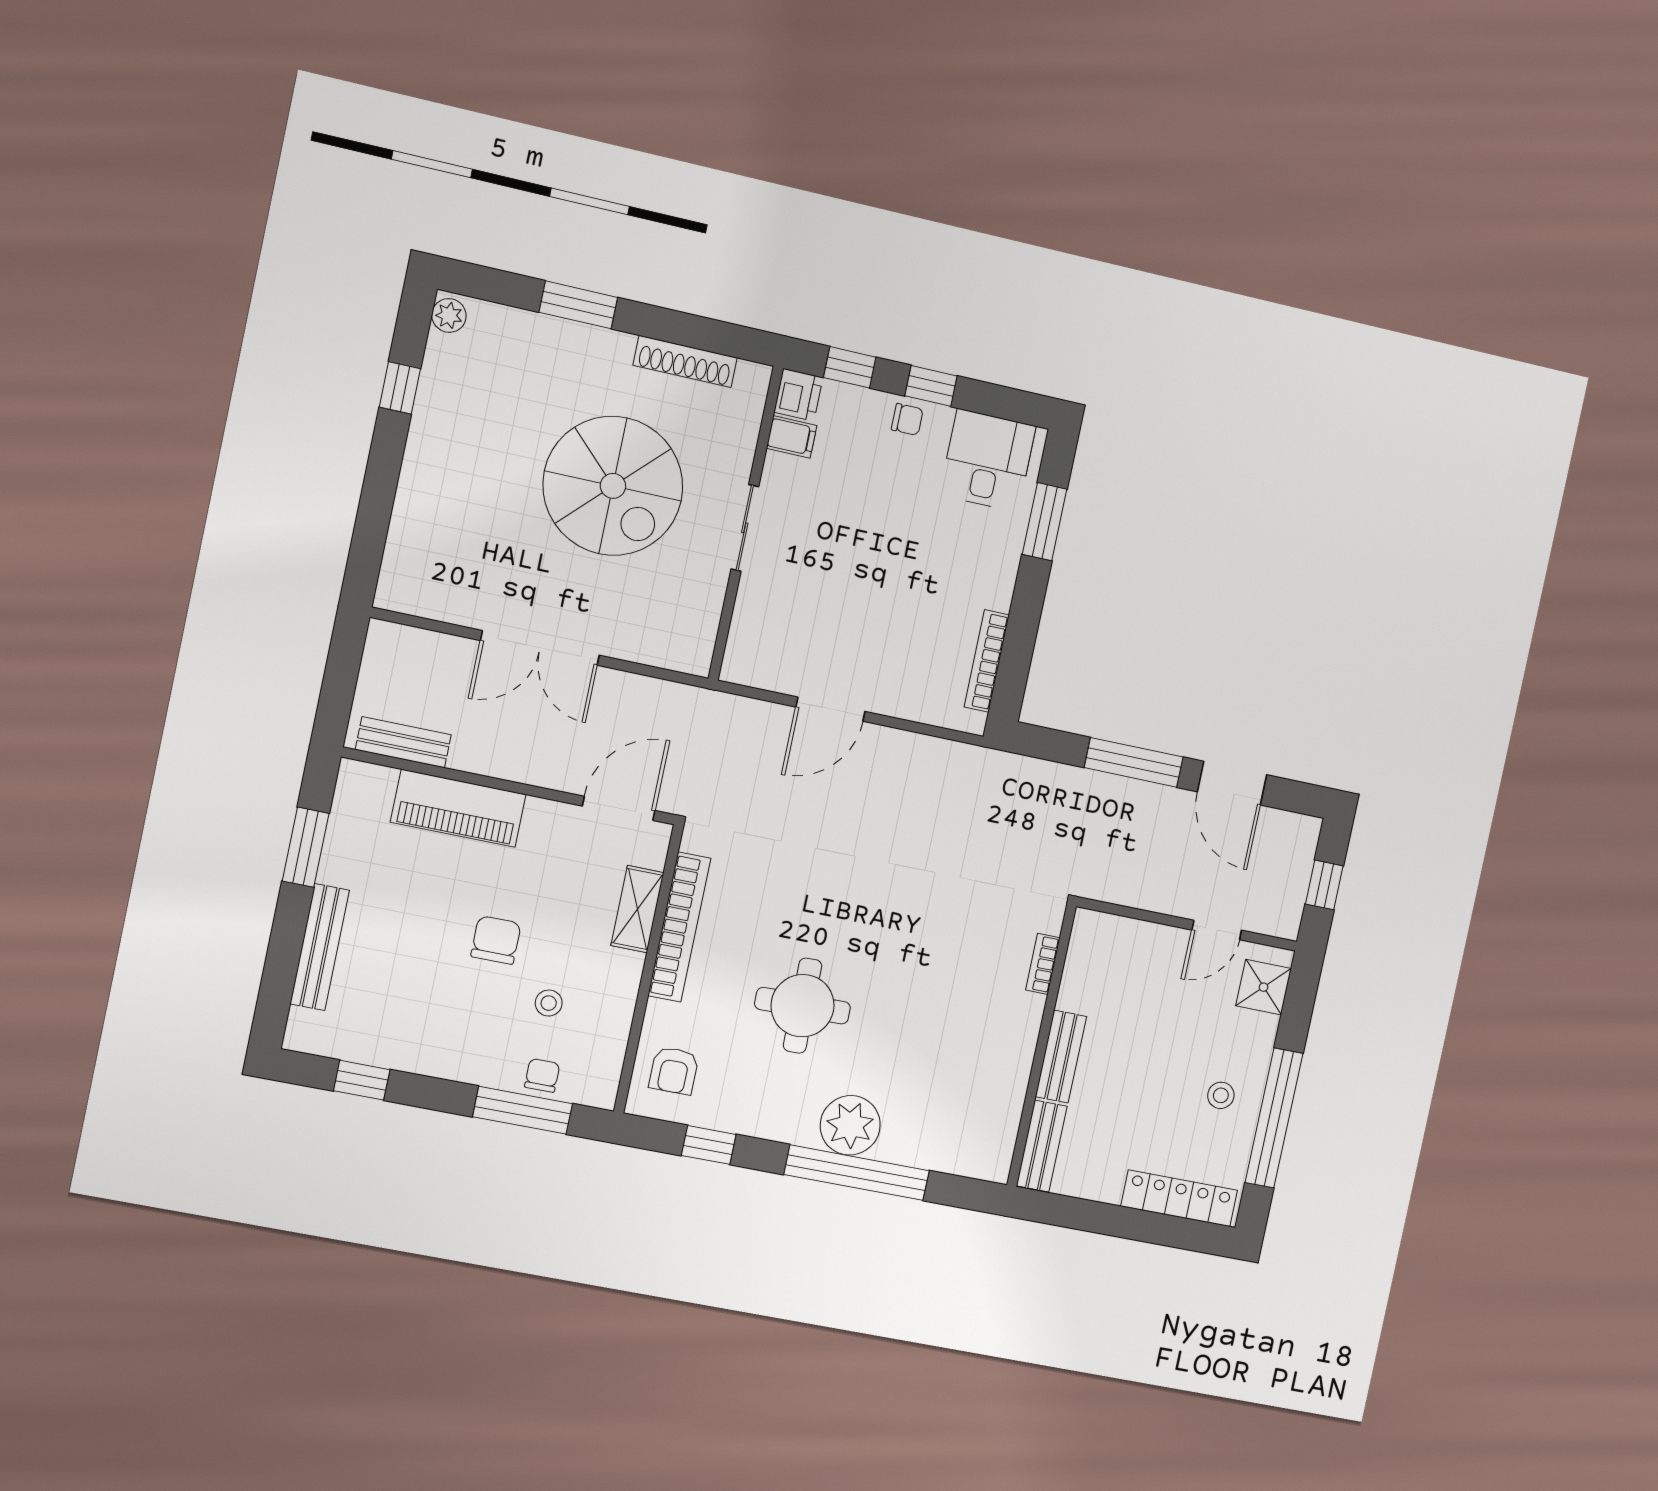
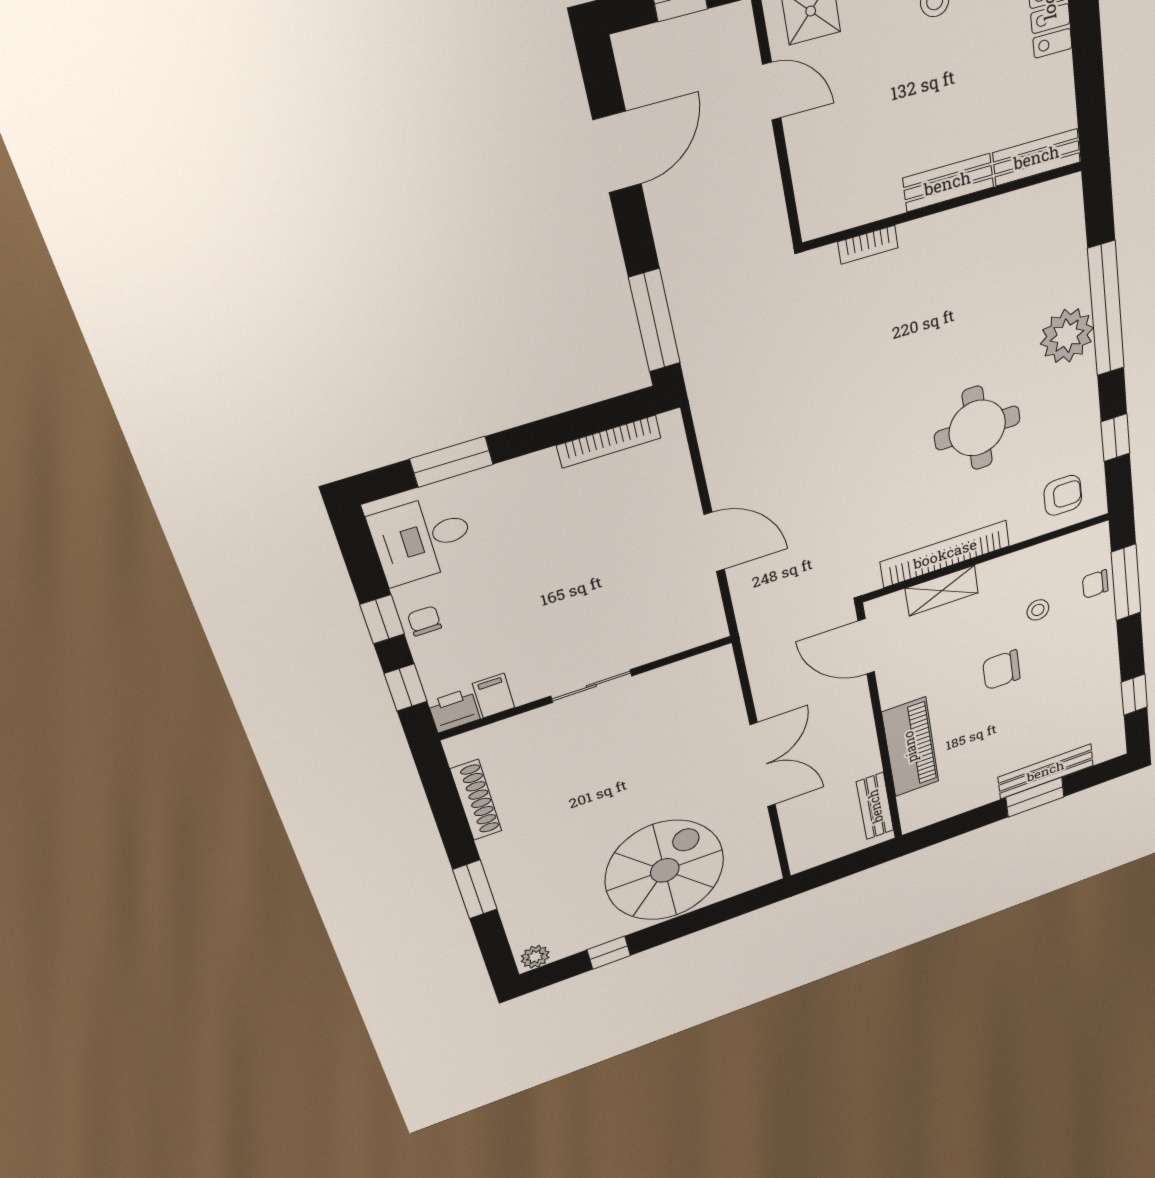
spiral stairs: (613, 486) -> (665, 870), moved
window: (1134, 762) -> (654, 321), moved
window: (306, 847) -> (1035, 797), moved

